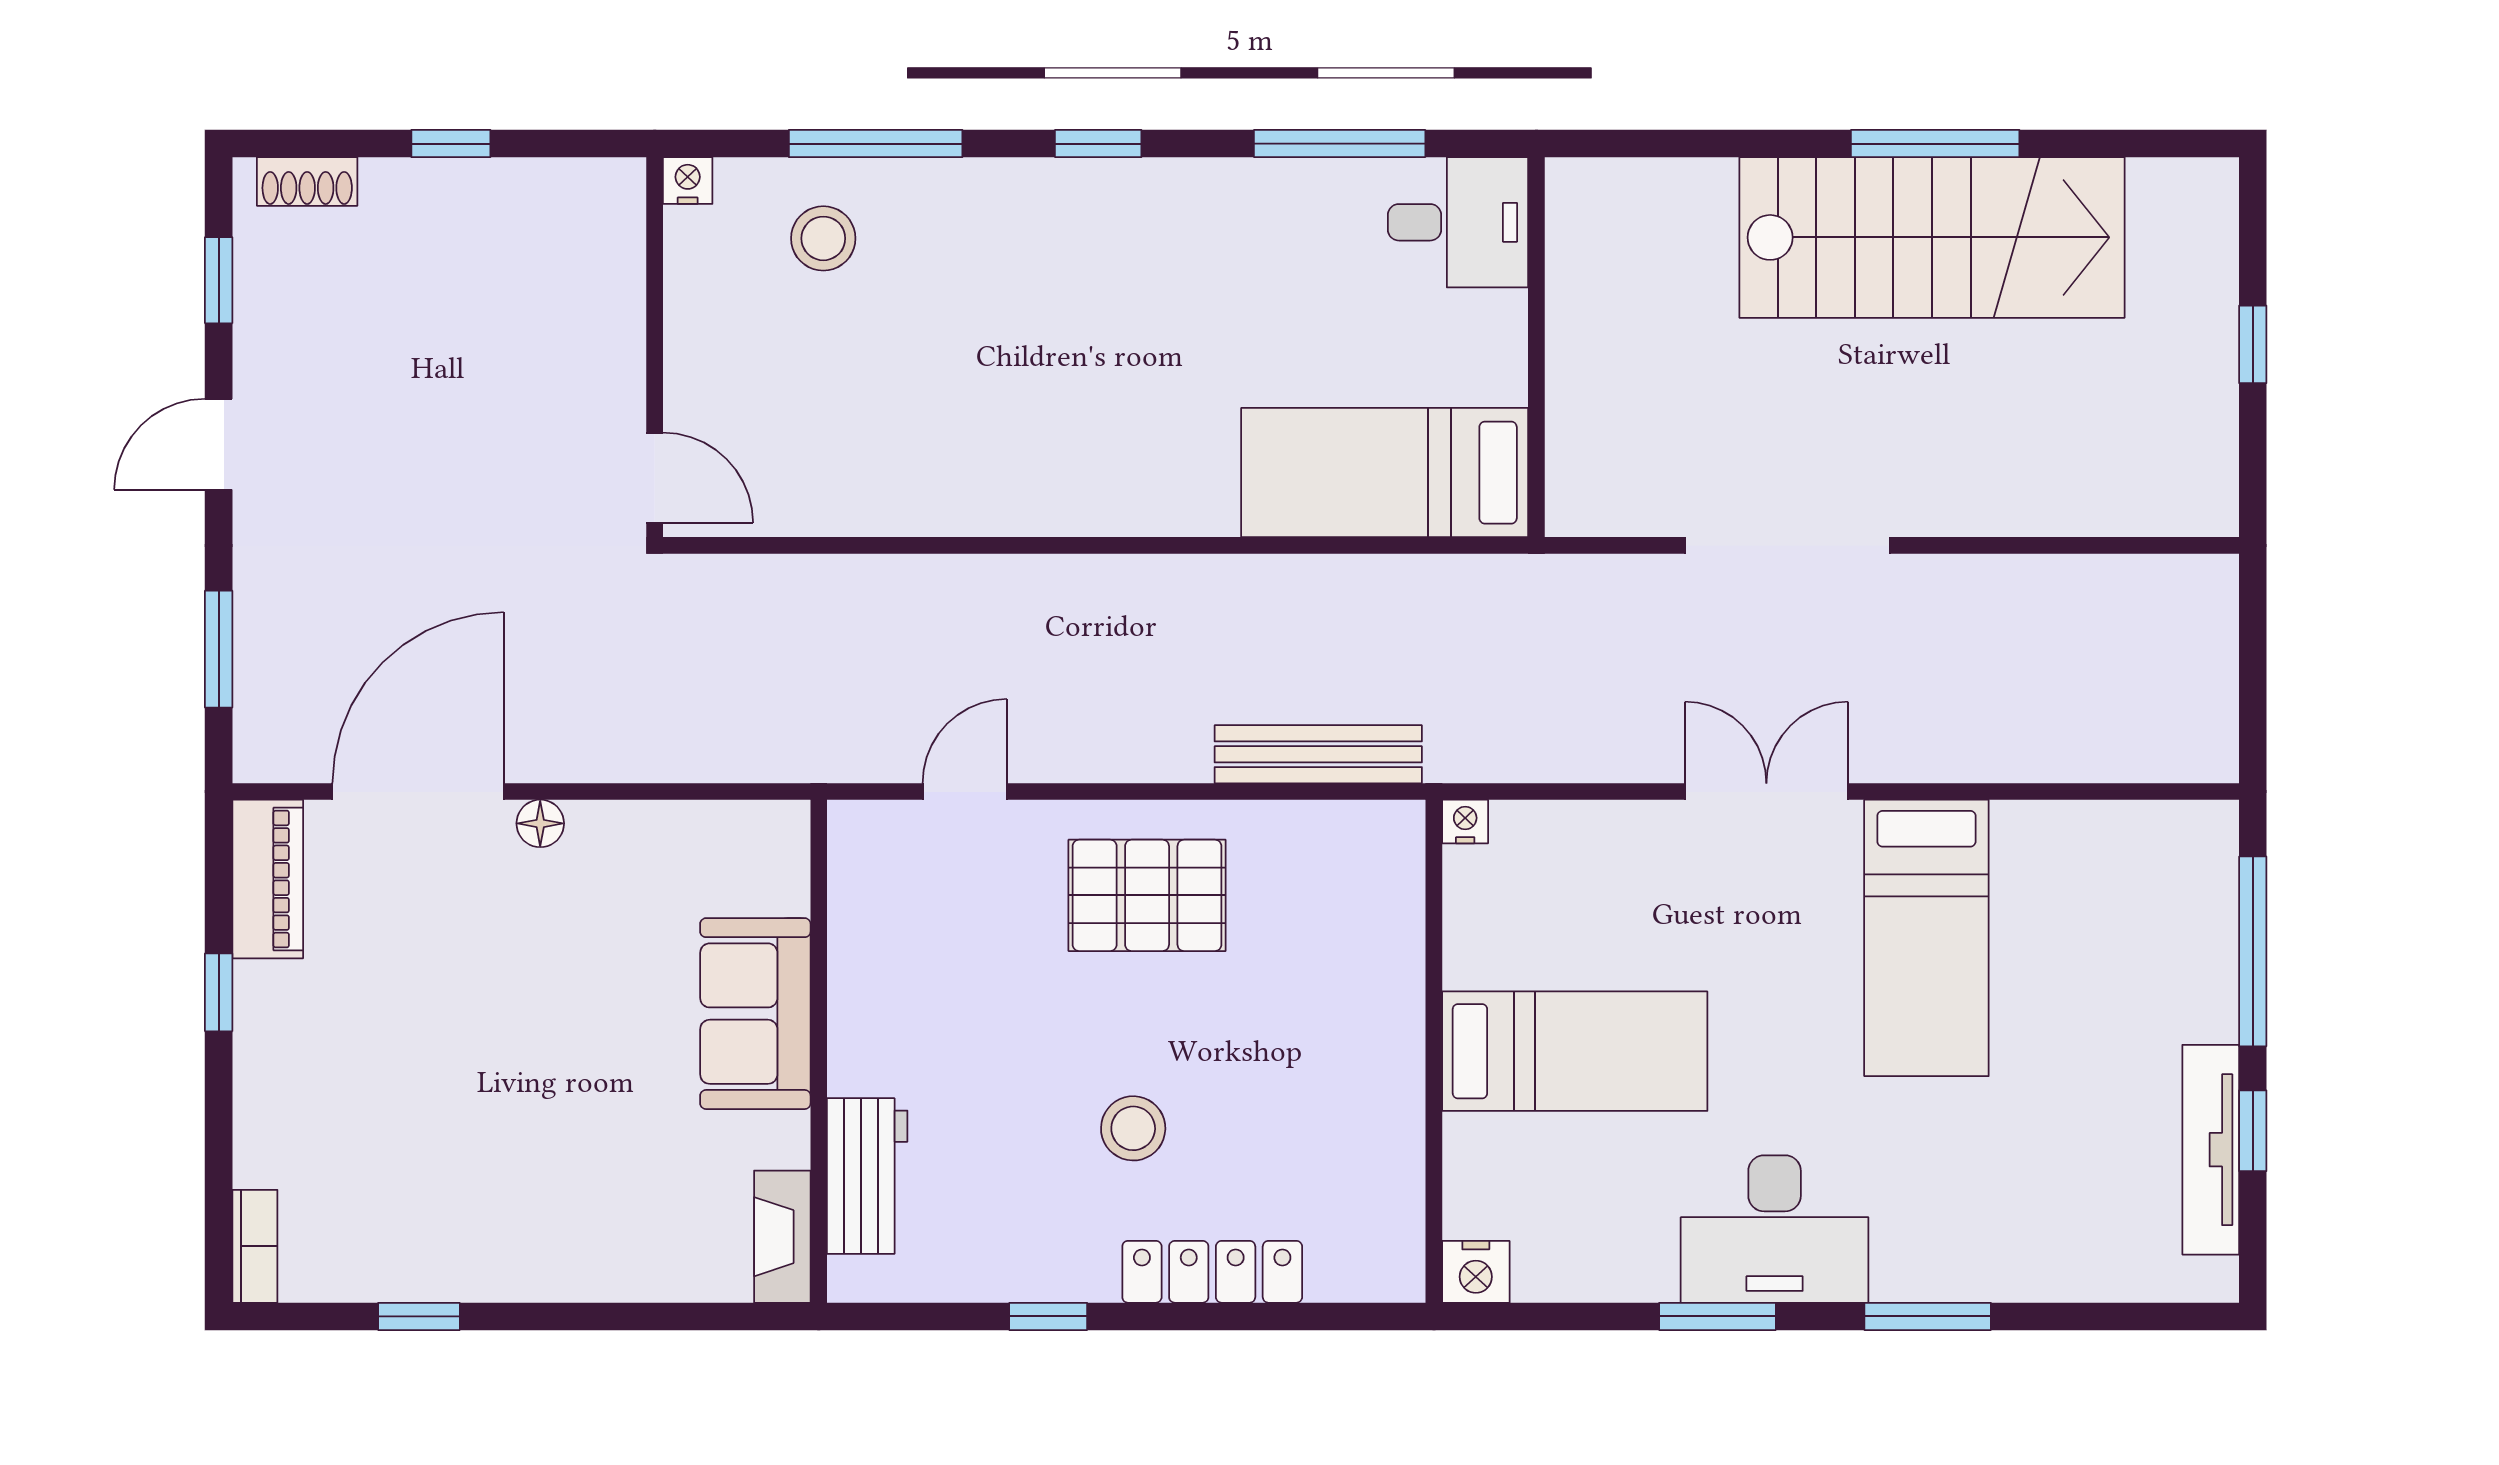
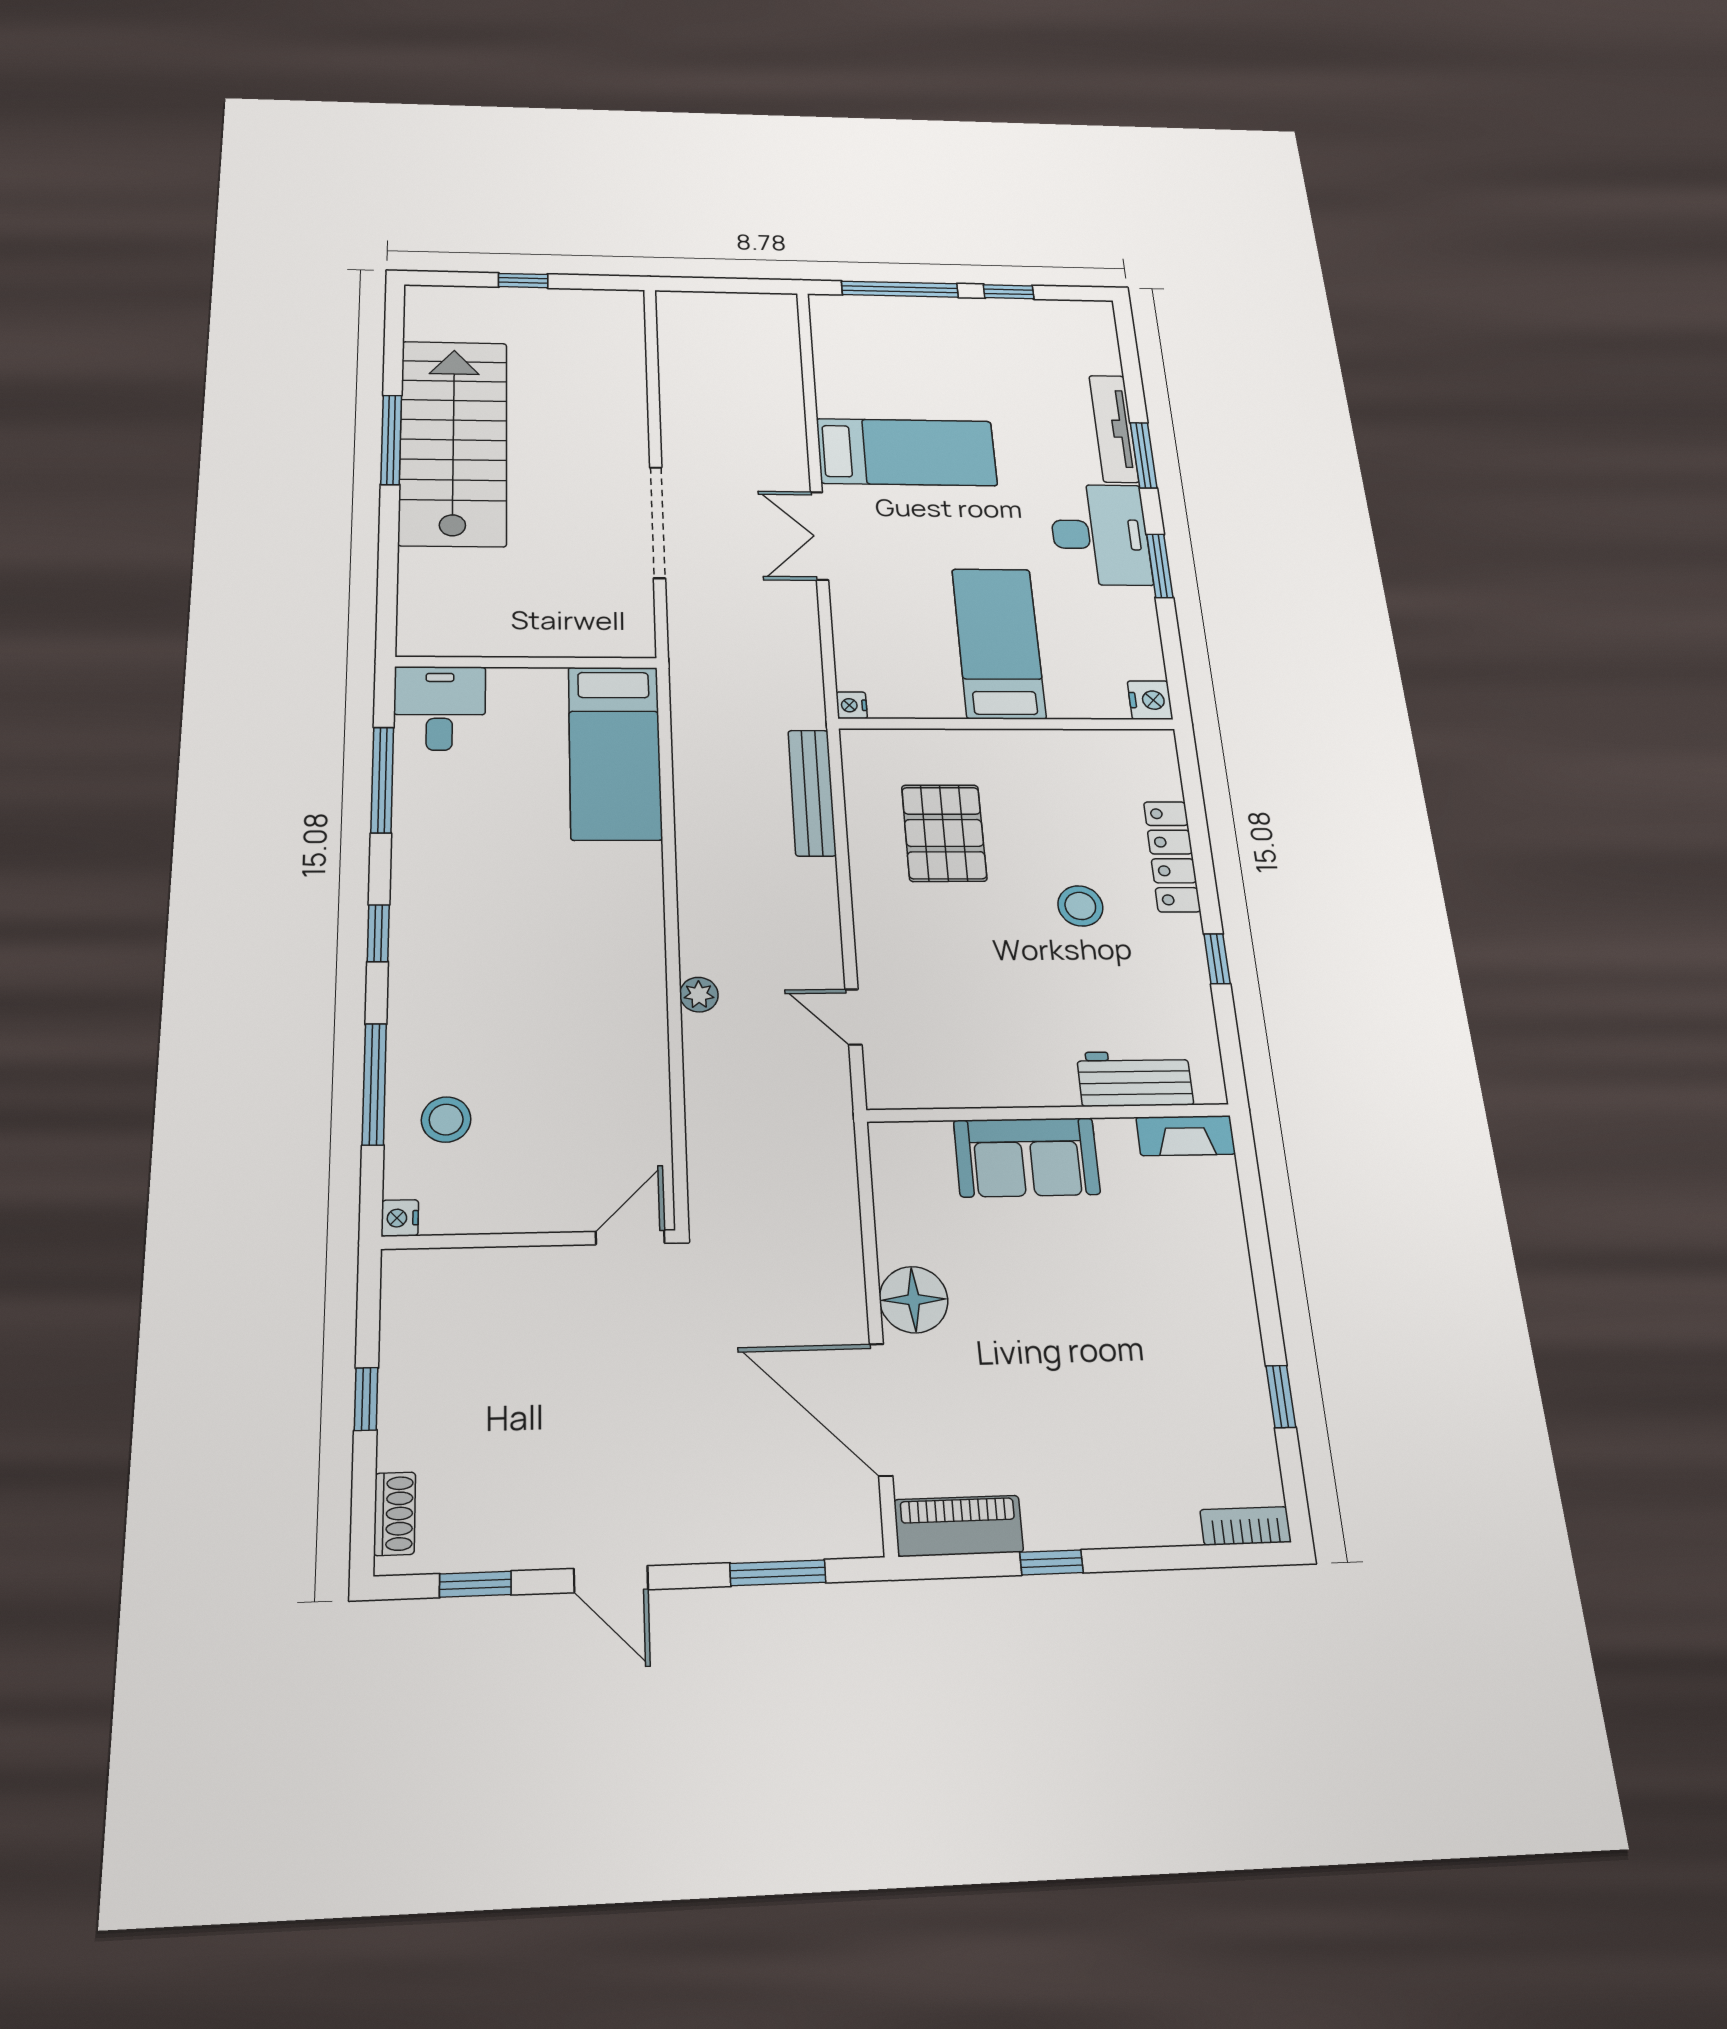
plant: (1001, 580) -> (699, 995), added
floor lamp: (540, 823) -> (914, 1300), width x1.89, depth x1.89
pallet: (1147, 895) -> (944, 833), moved
tv unit: (2211, 1150) -> (1114, 429), moved, turned 90

